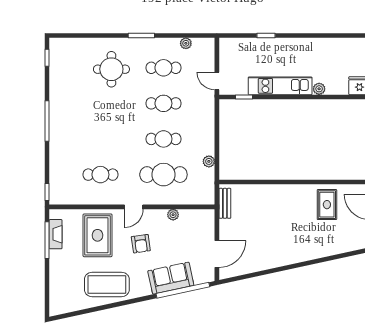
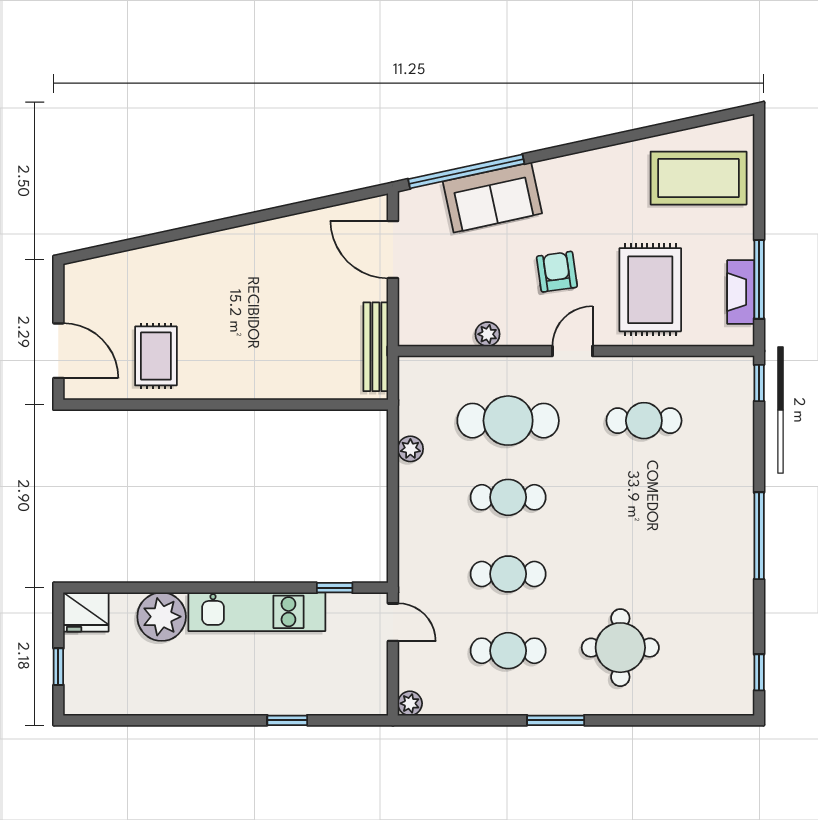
plant: (186, 43) -> (410, 703), moved
plant: (319, 89) -> (162, 617), width x1.88, depth x1.88
bench: (225, 203) -> (376, 347), width x1.36
door: (217, 254) -> (393, 250), hinge flipped
coffee table: (107, 284) -> (699, 178), moved

